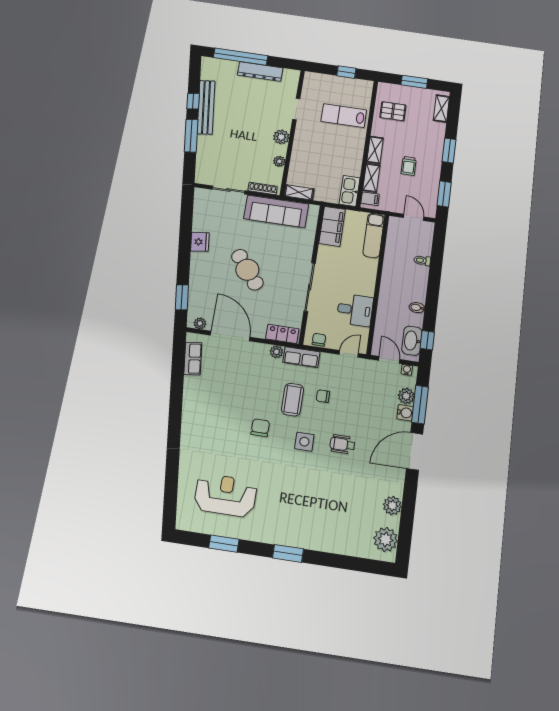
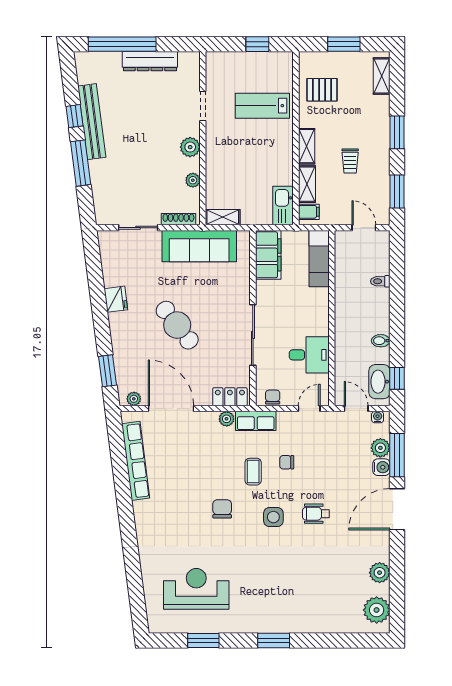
row of seats: (193, 359) -> (136, 461), width x2.02
coffee table: (293, 400) -> (253, 472), width x0.73, depth x0.77

